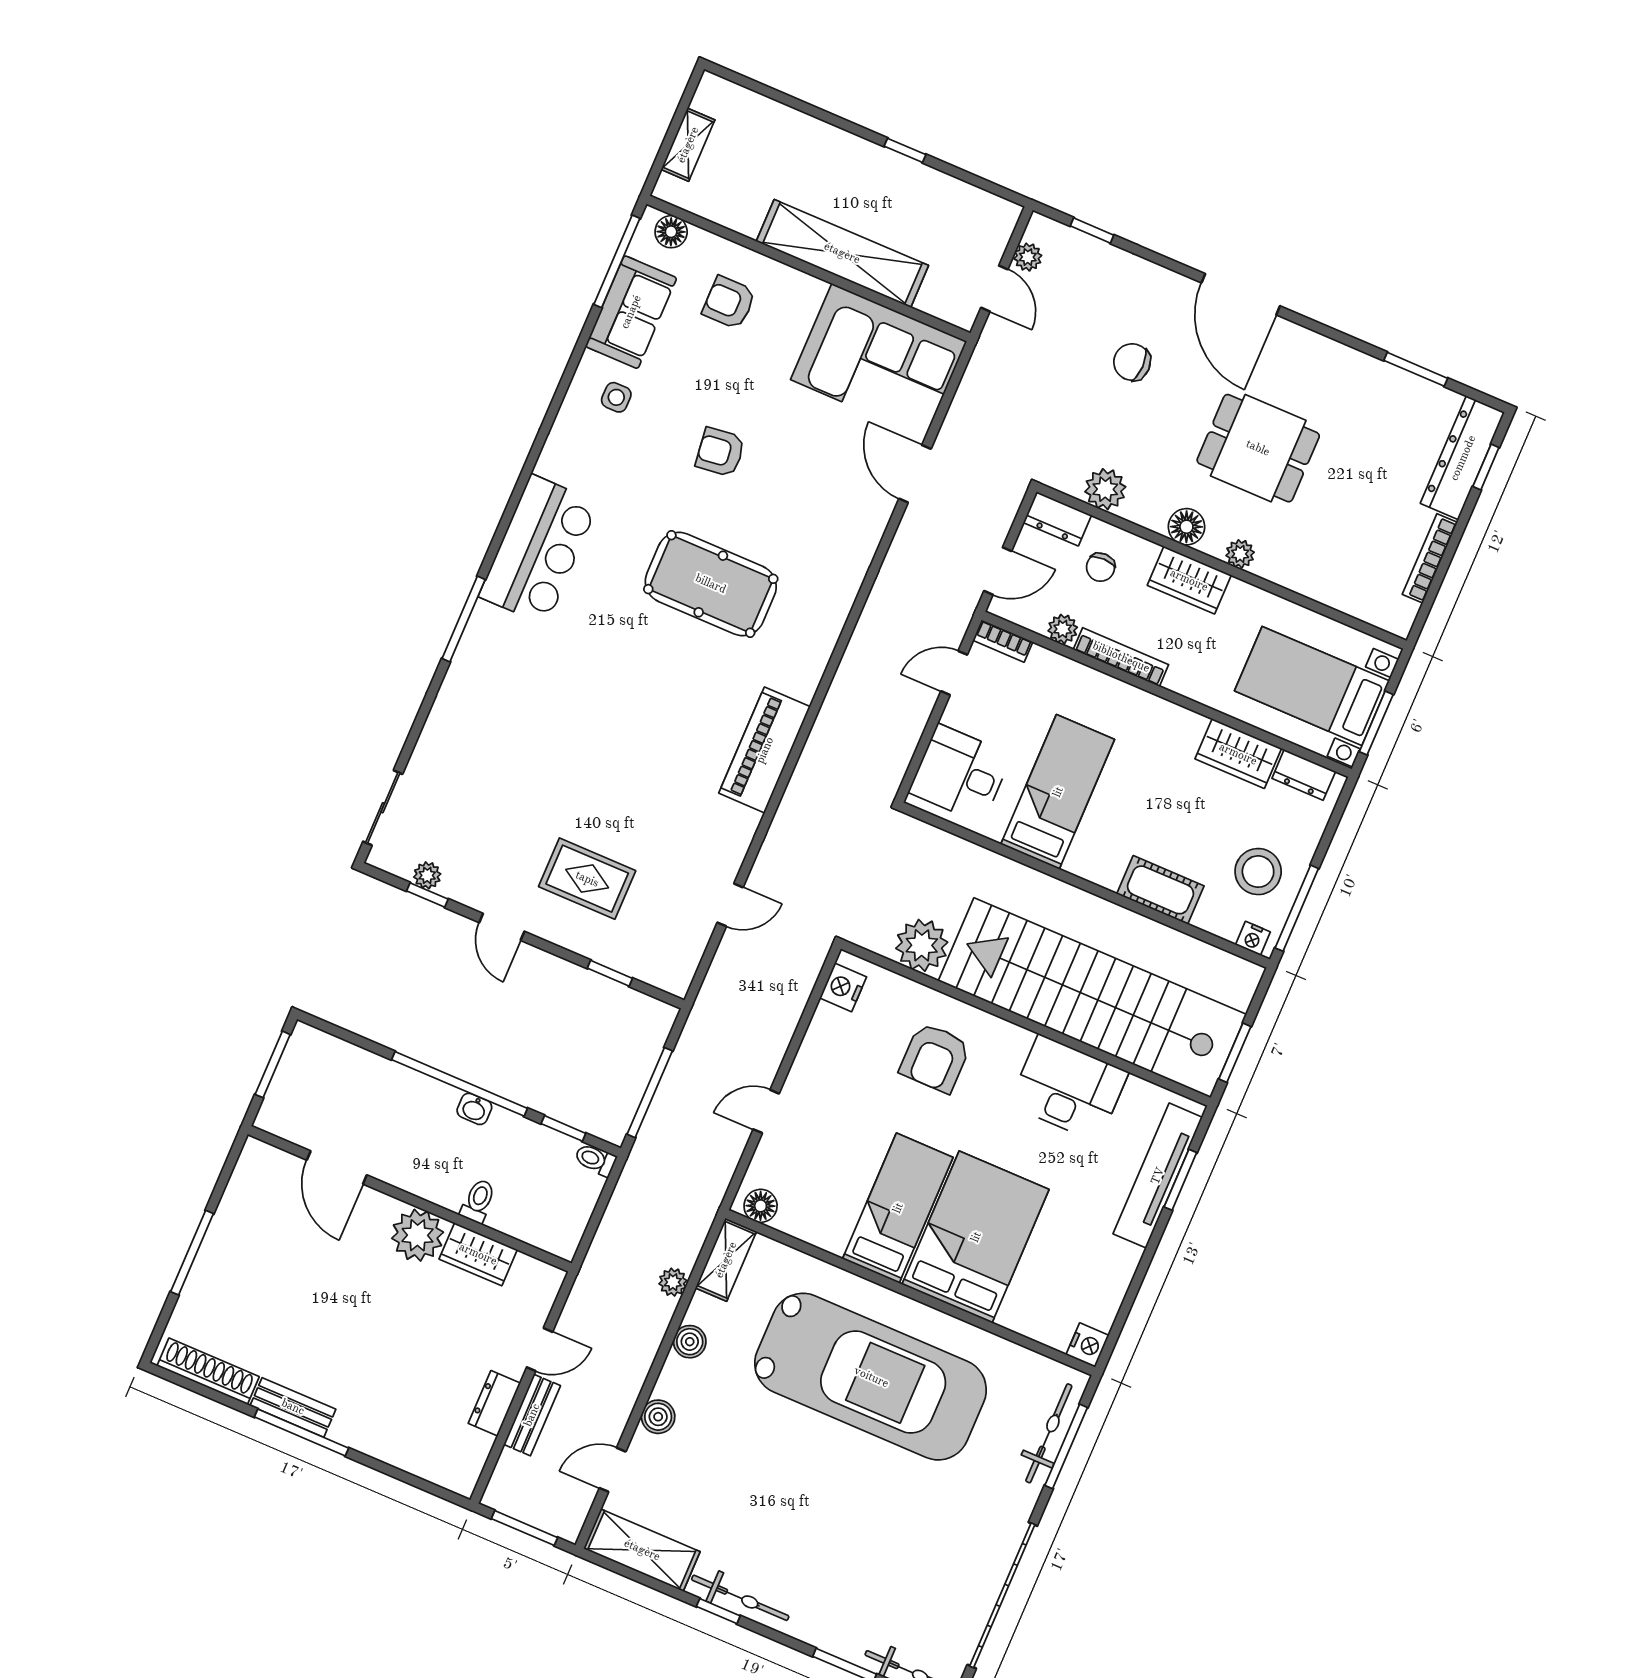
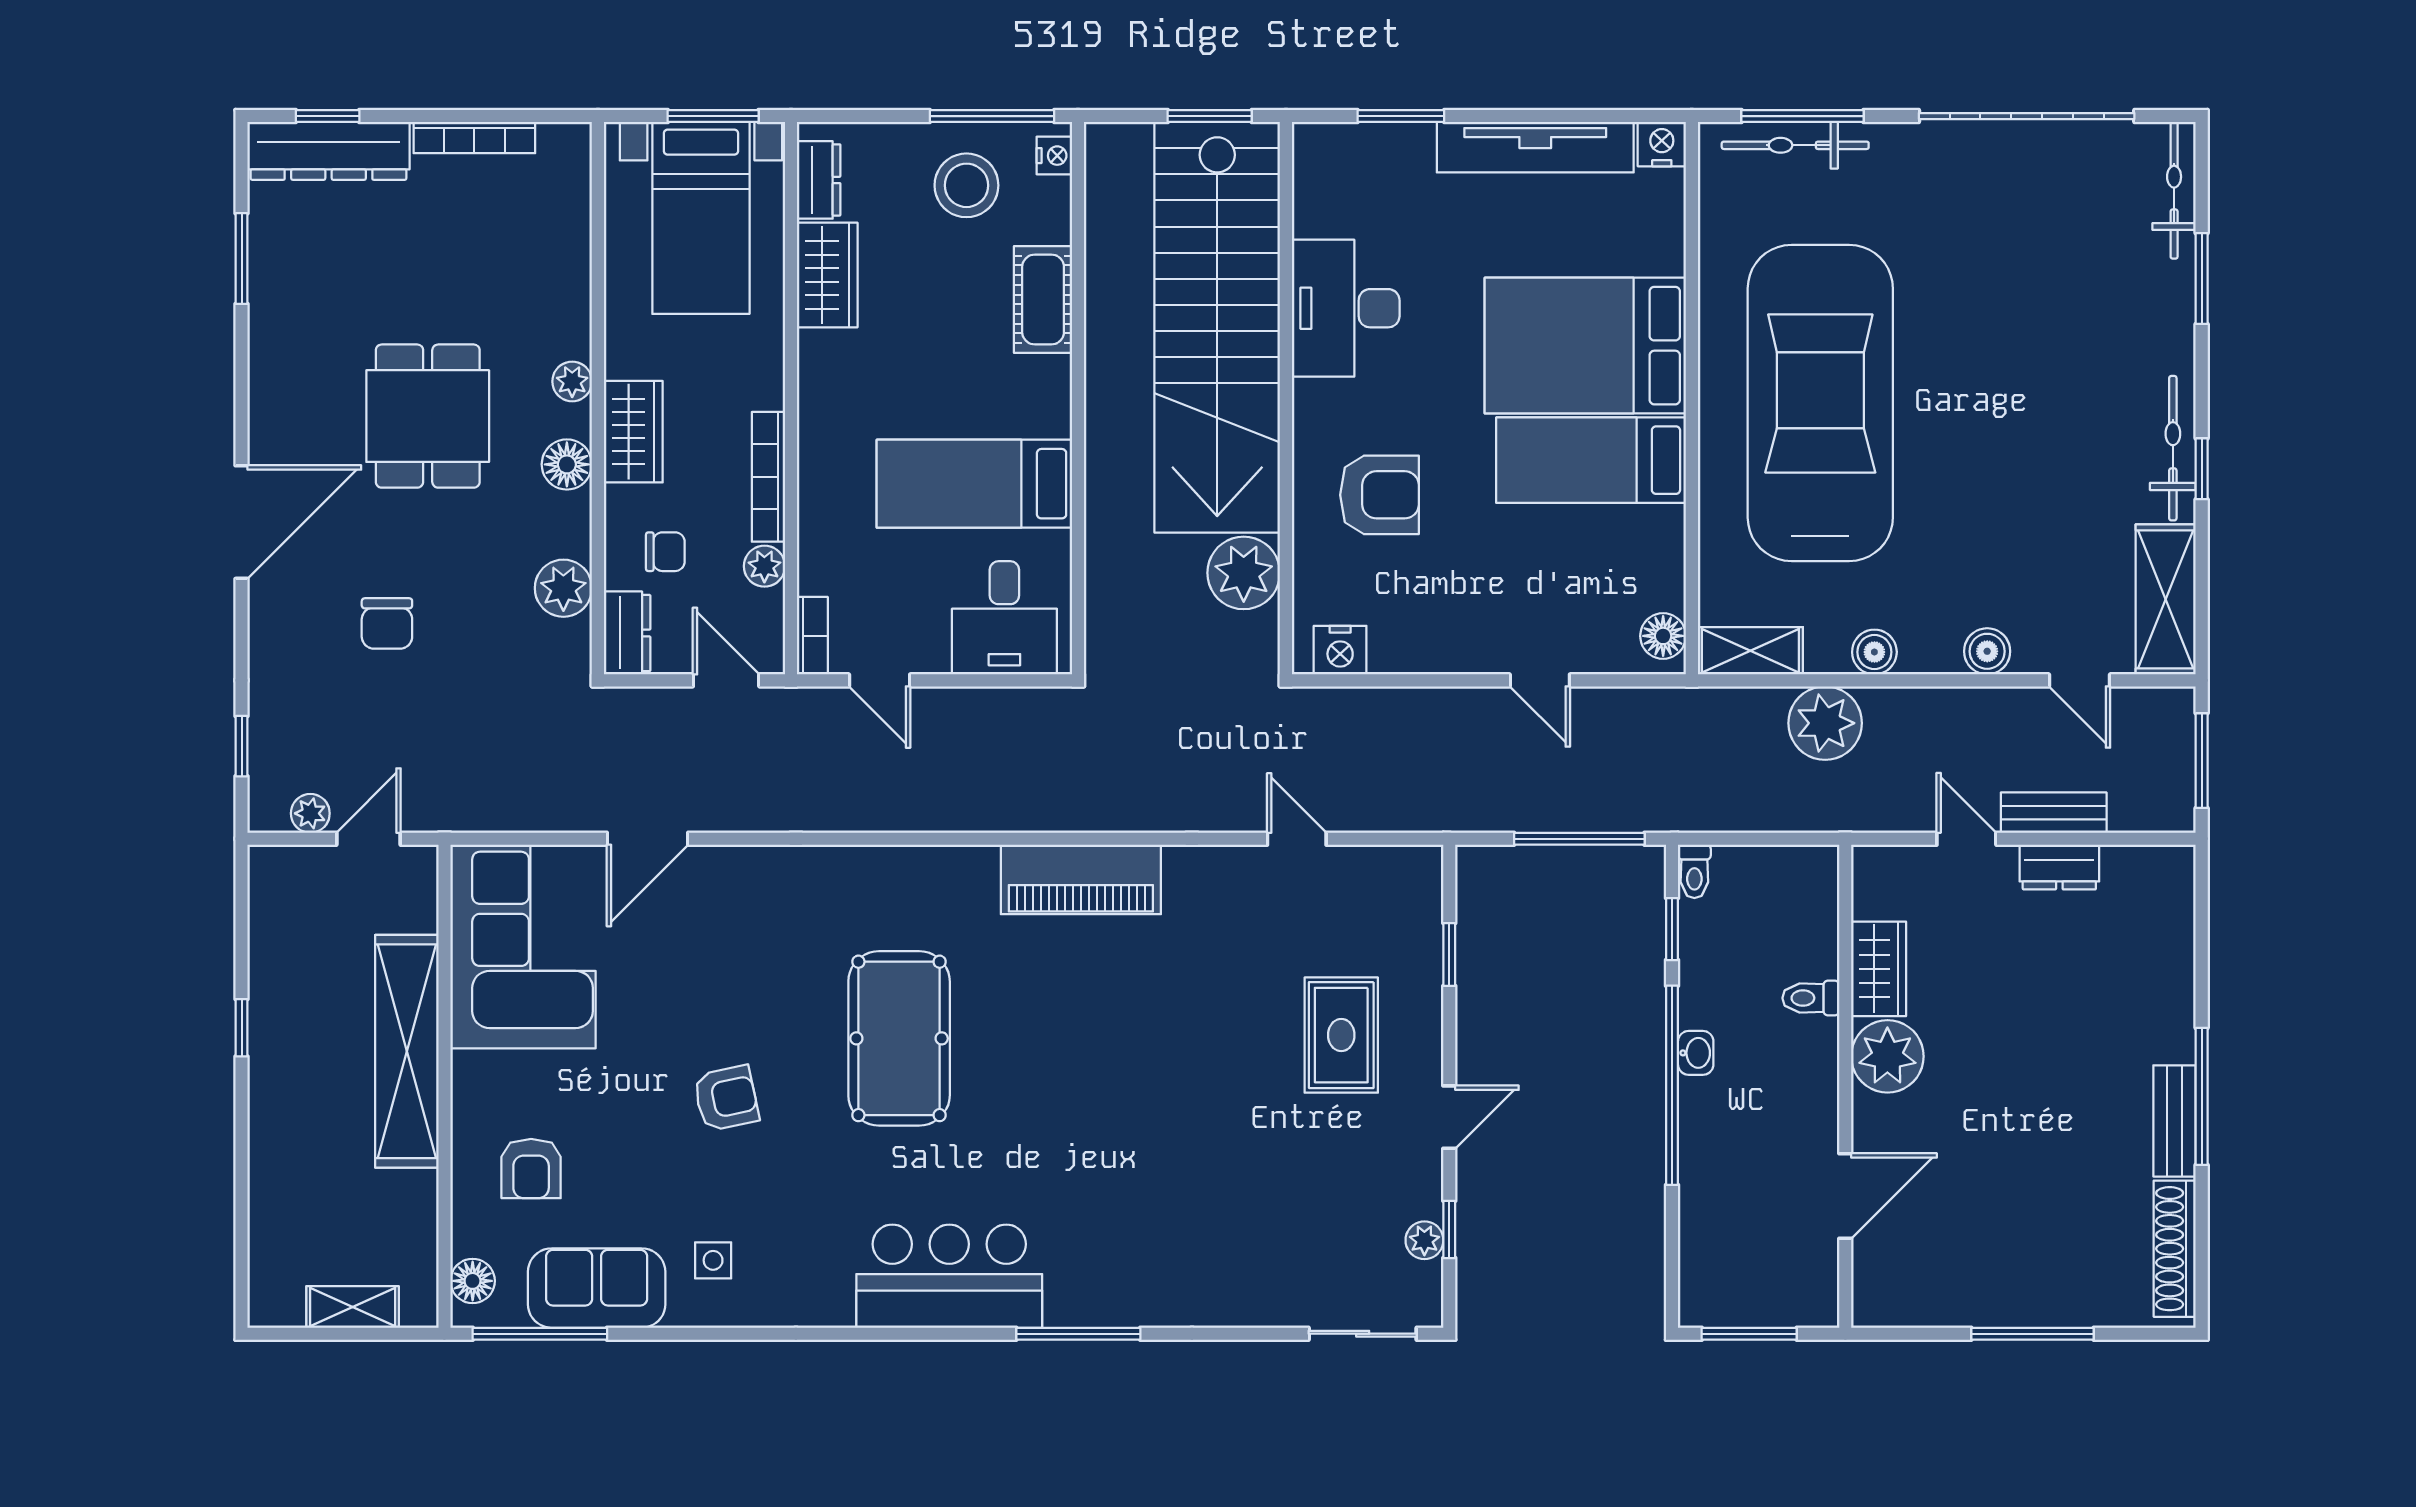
armchair: (720, 452) -> (726, 1098), turned -95
tv unit: (1158, 1176) -> (1535, 147), moved
plant: (673, 1282) -> (1825, 723), width x1.88, depth x1.88

